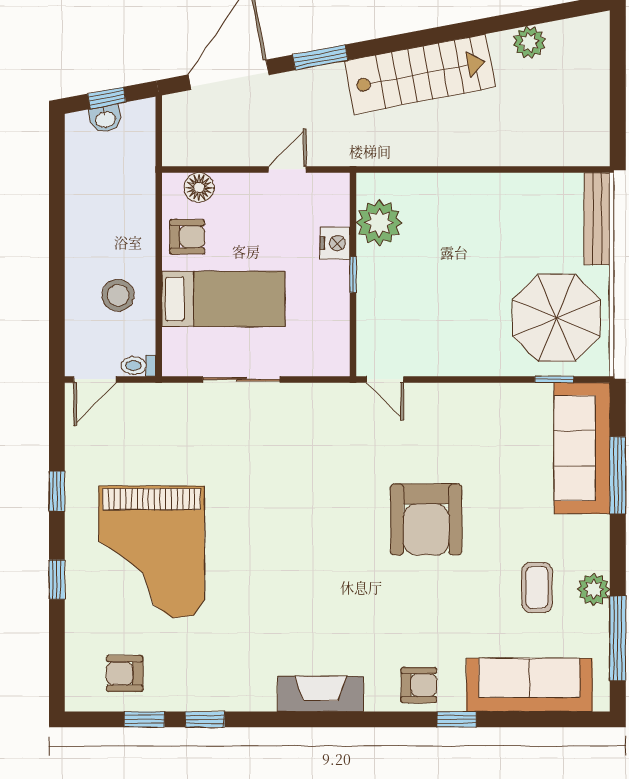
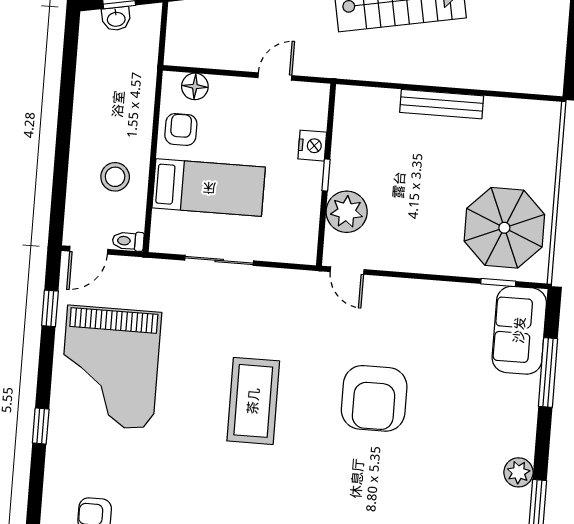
bench: (597, 219) -> (442, 104), moved, turned 90
plant: (379, 223) -> (347, 212), moved
armchair: (187, 237) -> (181, 129), turned -90
sofa: (582, 448) -> (519, 330), width x0.73
window: (57, 491) -> (50, 308), moved
grand piano: (152, 552) -> (110, 368), moved
coffee table: (537, 587) -> (253, 401), moved, width x1.86, depth x1.72

